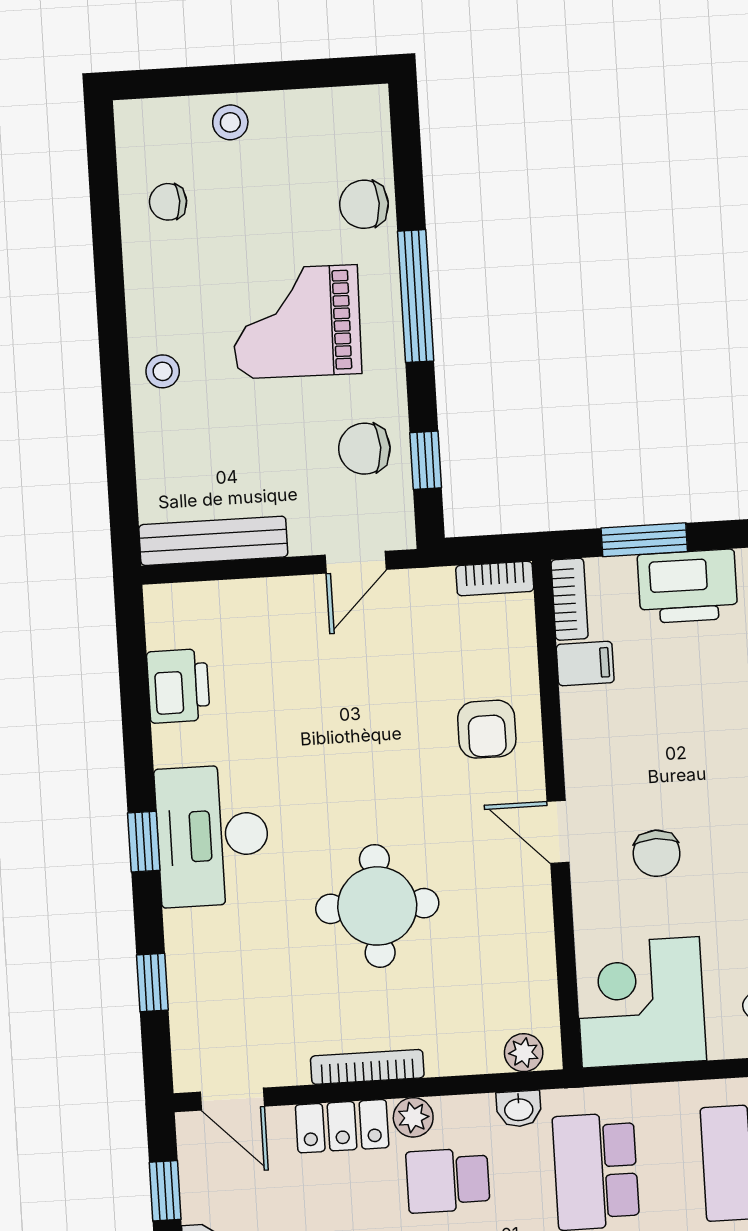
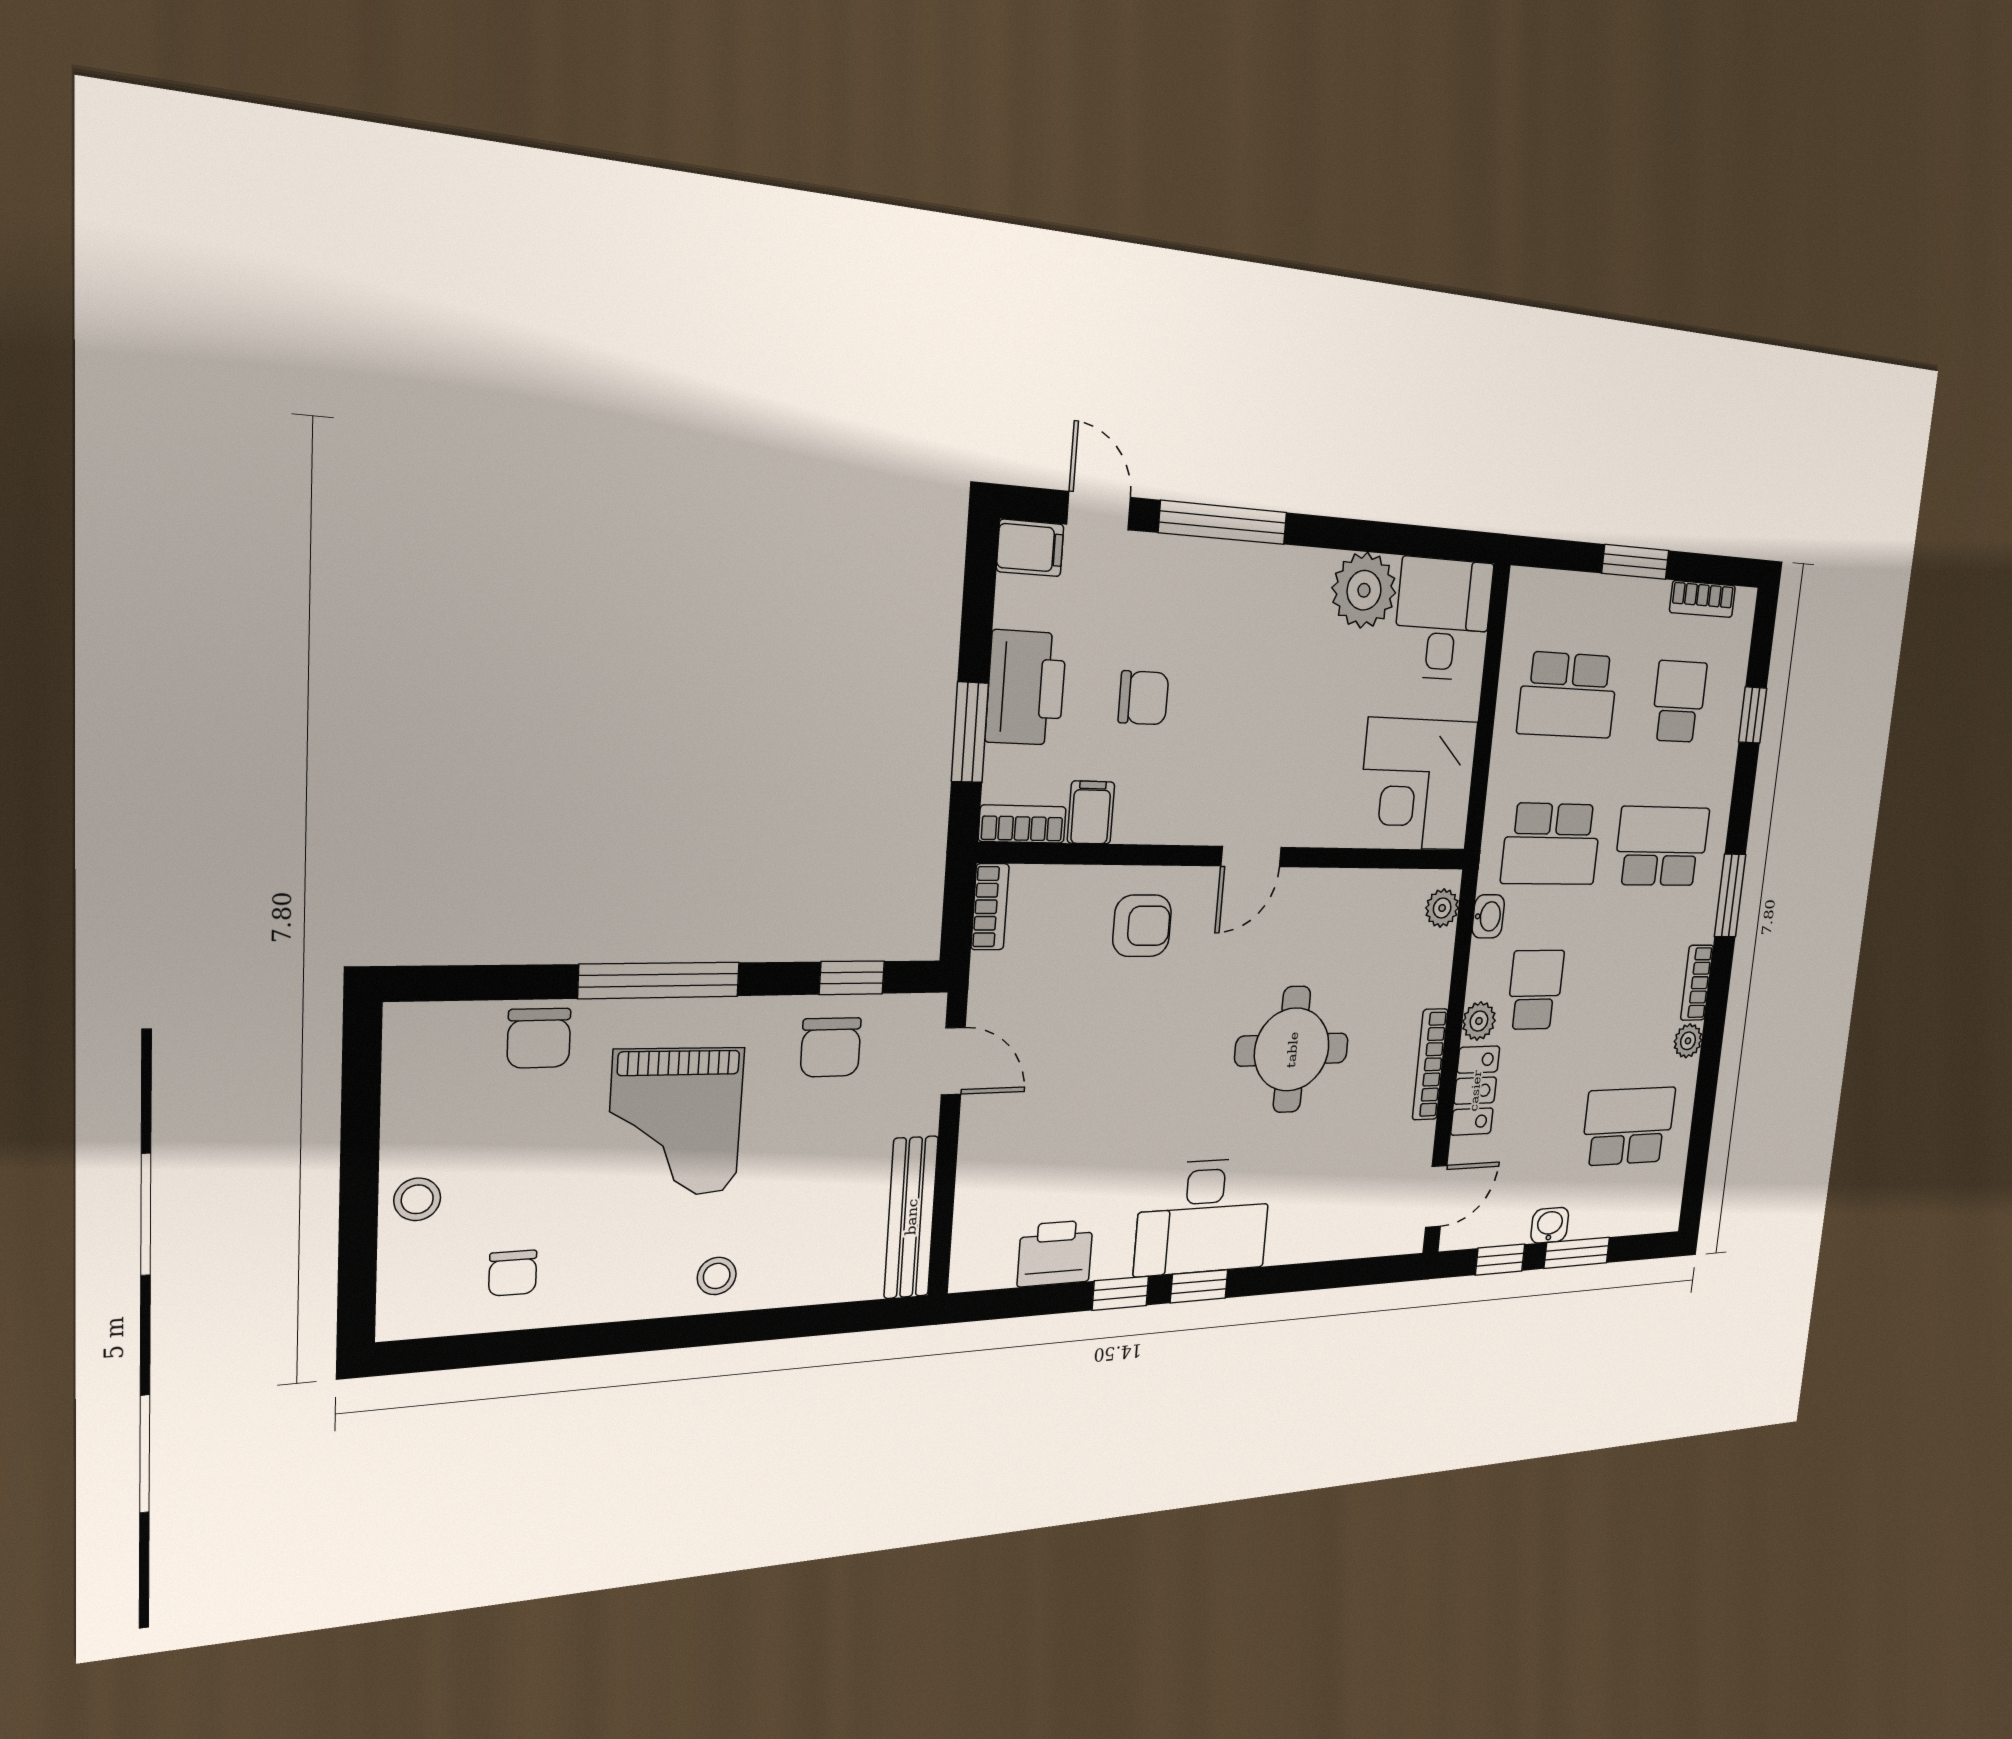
chair: (657, 853) -> (1143, 698), moved
window: (152, 983) -> (1120, 1293), moved
school desk: (448, 1180) -> (1535, 990), turned 180

